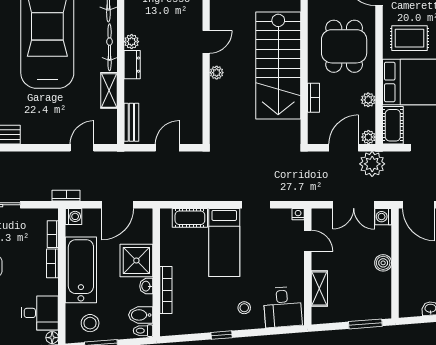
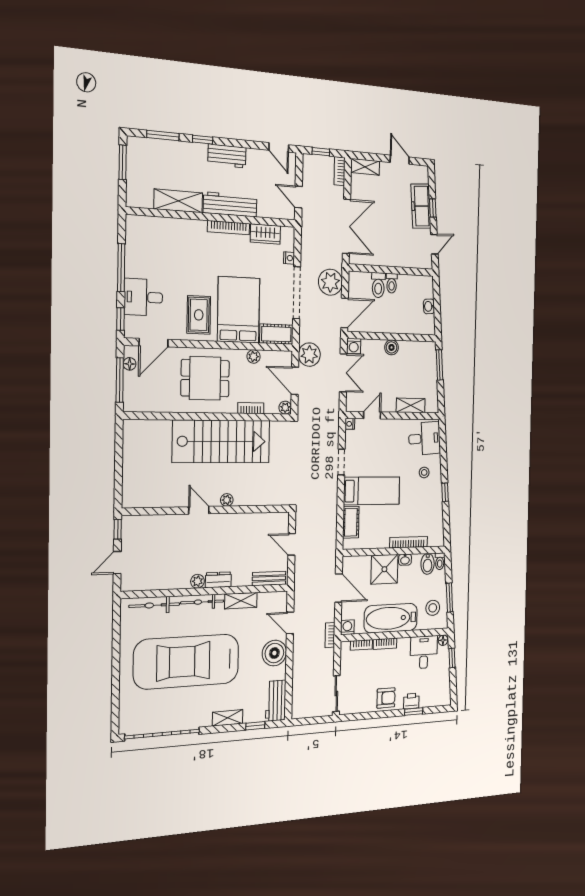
boiler: (50, 130) -> (274, 653), added
plant: (368, 137) -> (285, 408), moved

